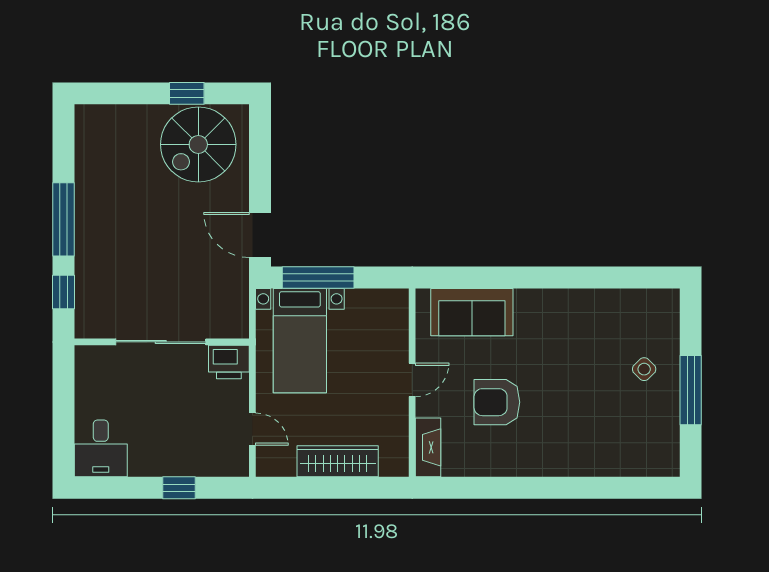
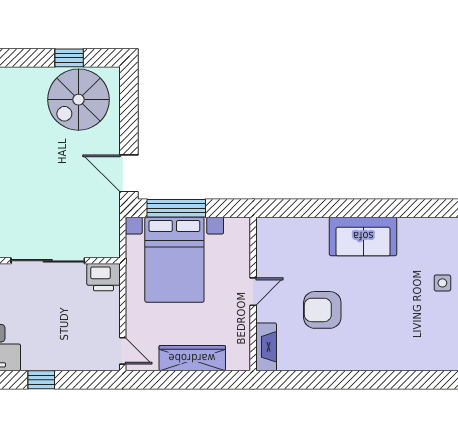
sofa: (472, 312) -> (363, 236), moved
bed with nightstands: (300, 341) -> (174, 260), width x1.36
side table: (644, 369) -> (442, 283), turned 45
door: (252, 429) -> (123, 351), moved
window: (179, 488) -> (41, 380), moved

